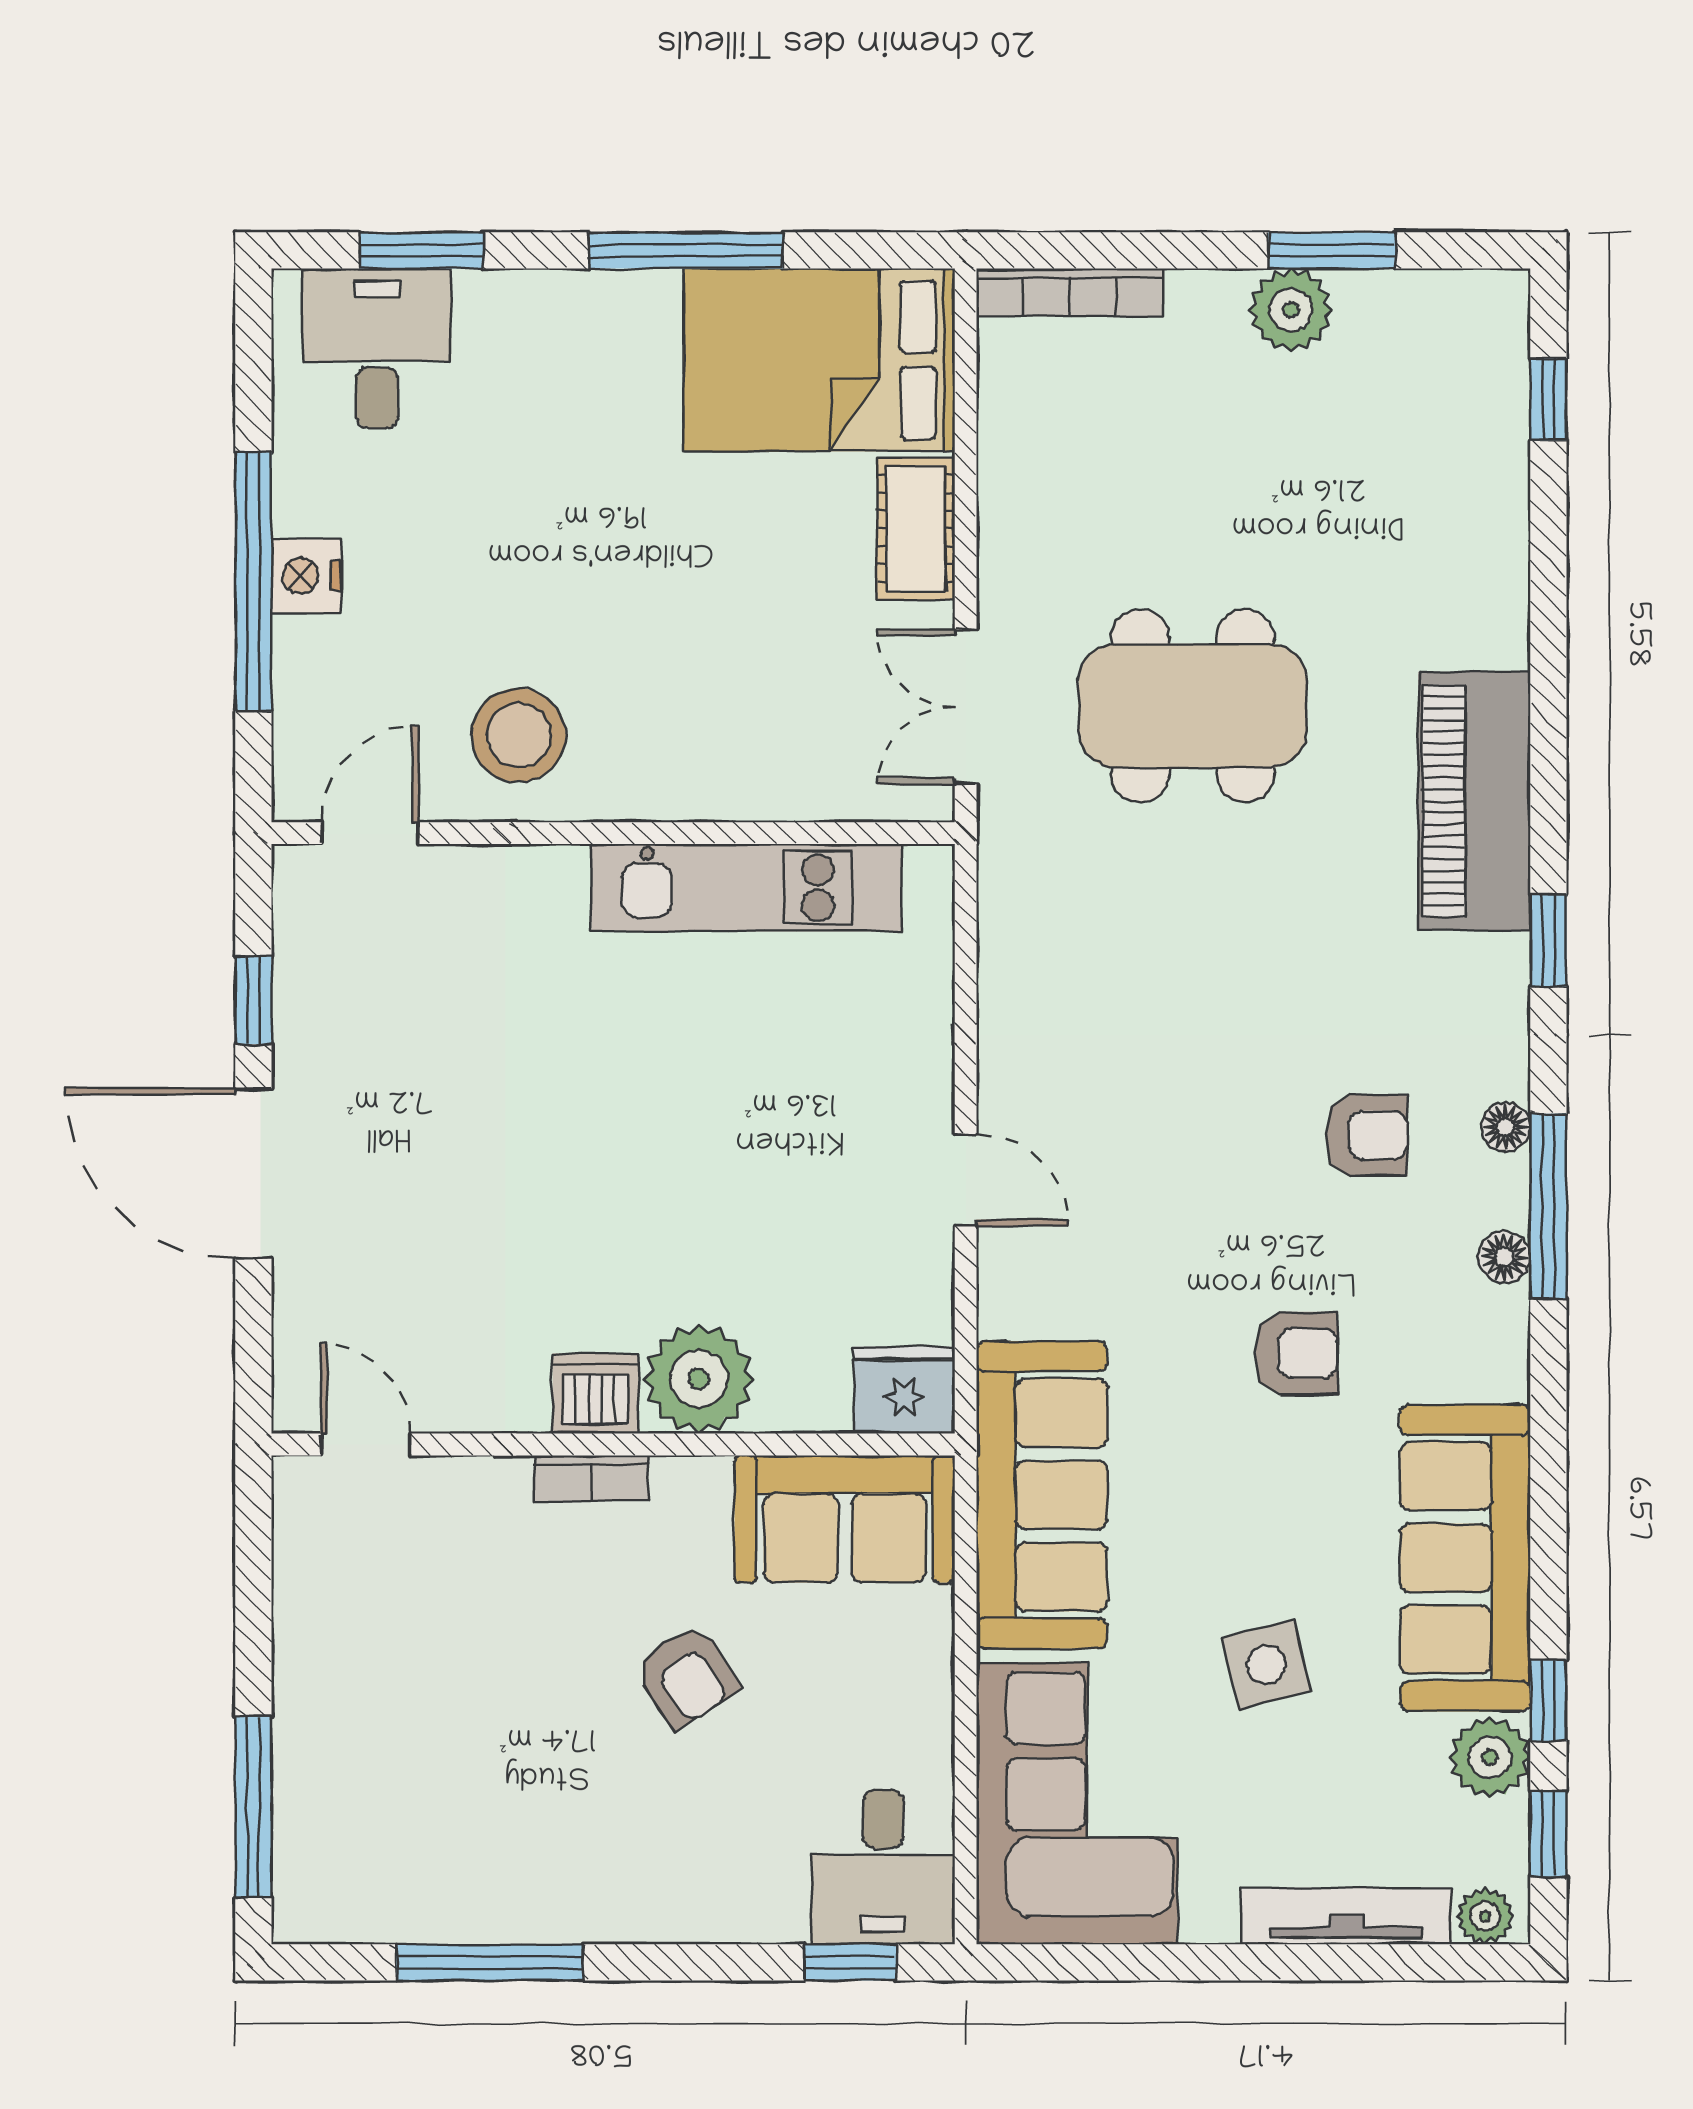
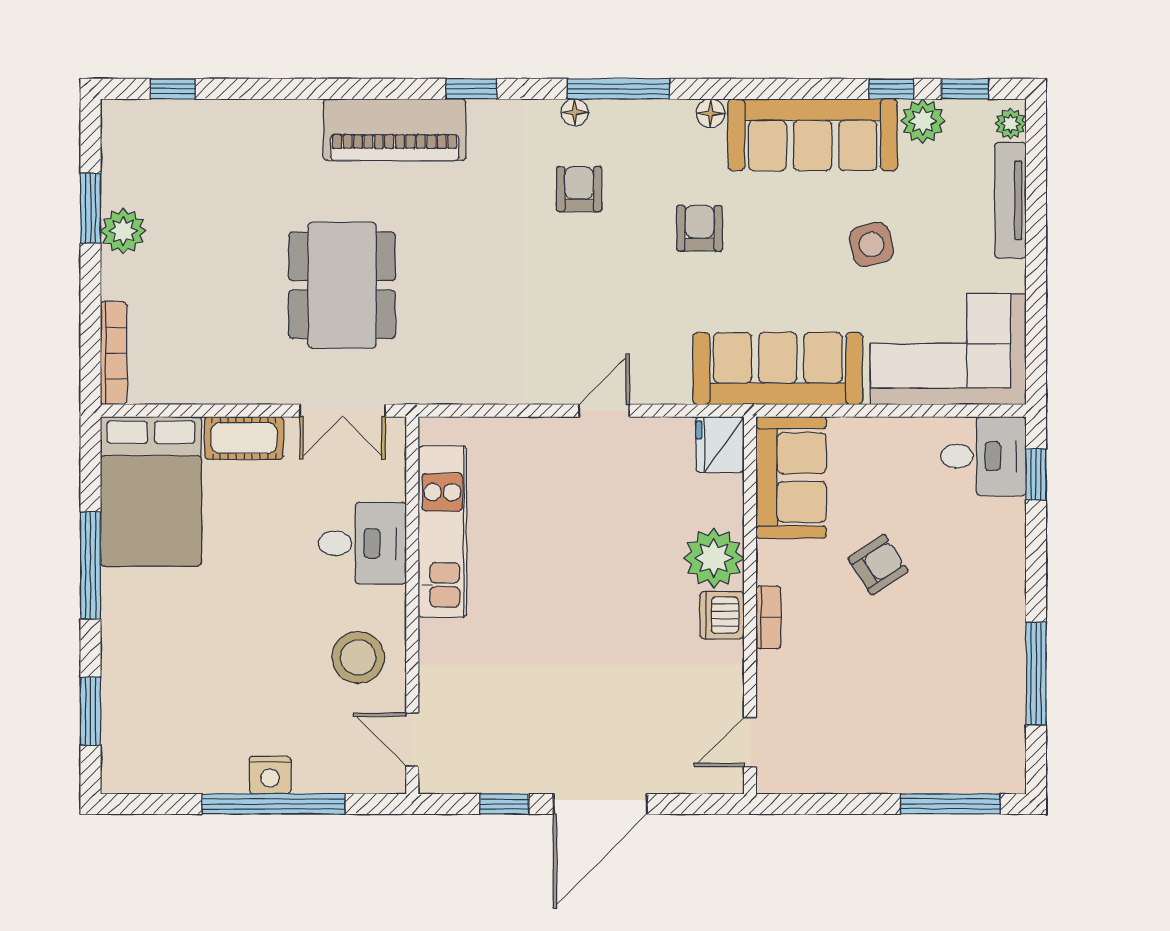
desk: (377, 348) -> (362, 543), moved, turned 180
floor lamp: (1504, 1257) -> (710, 113), moved

